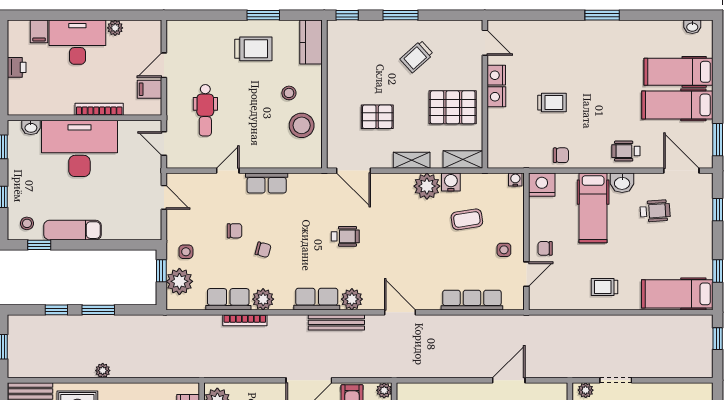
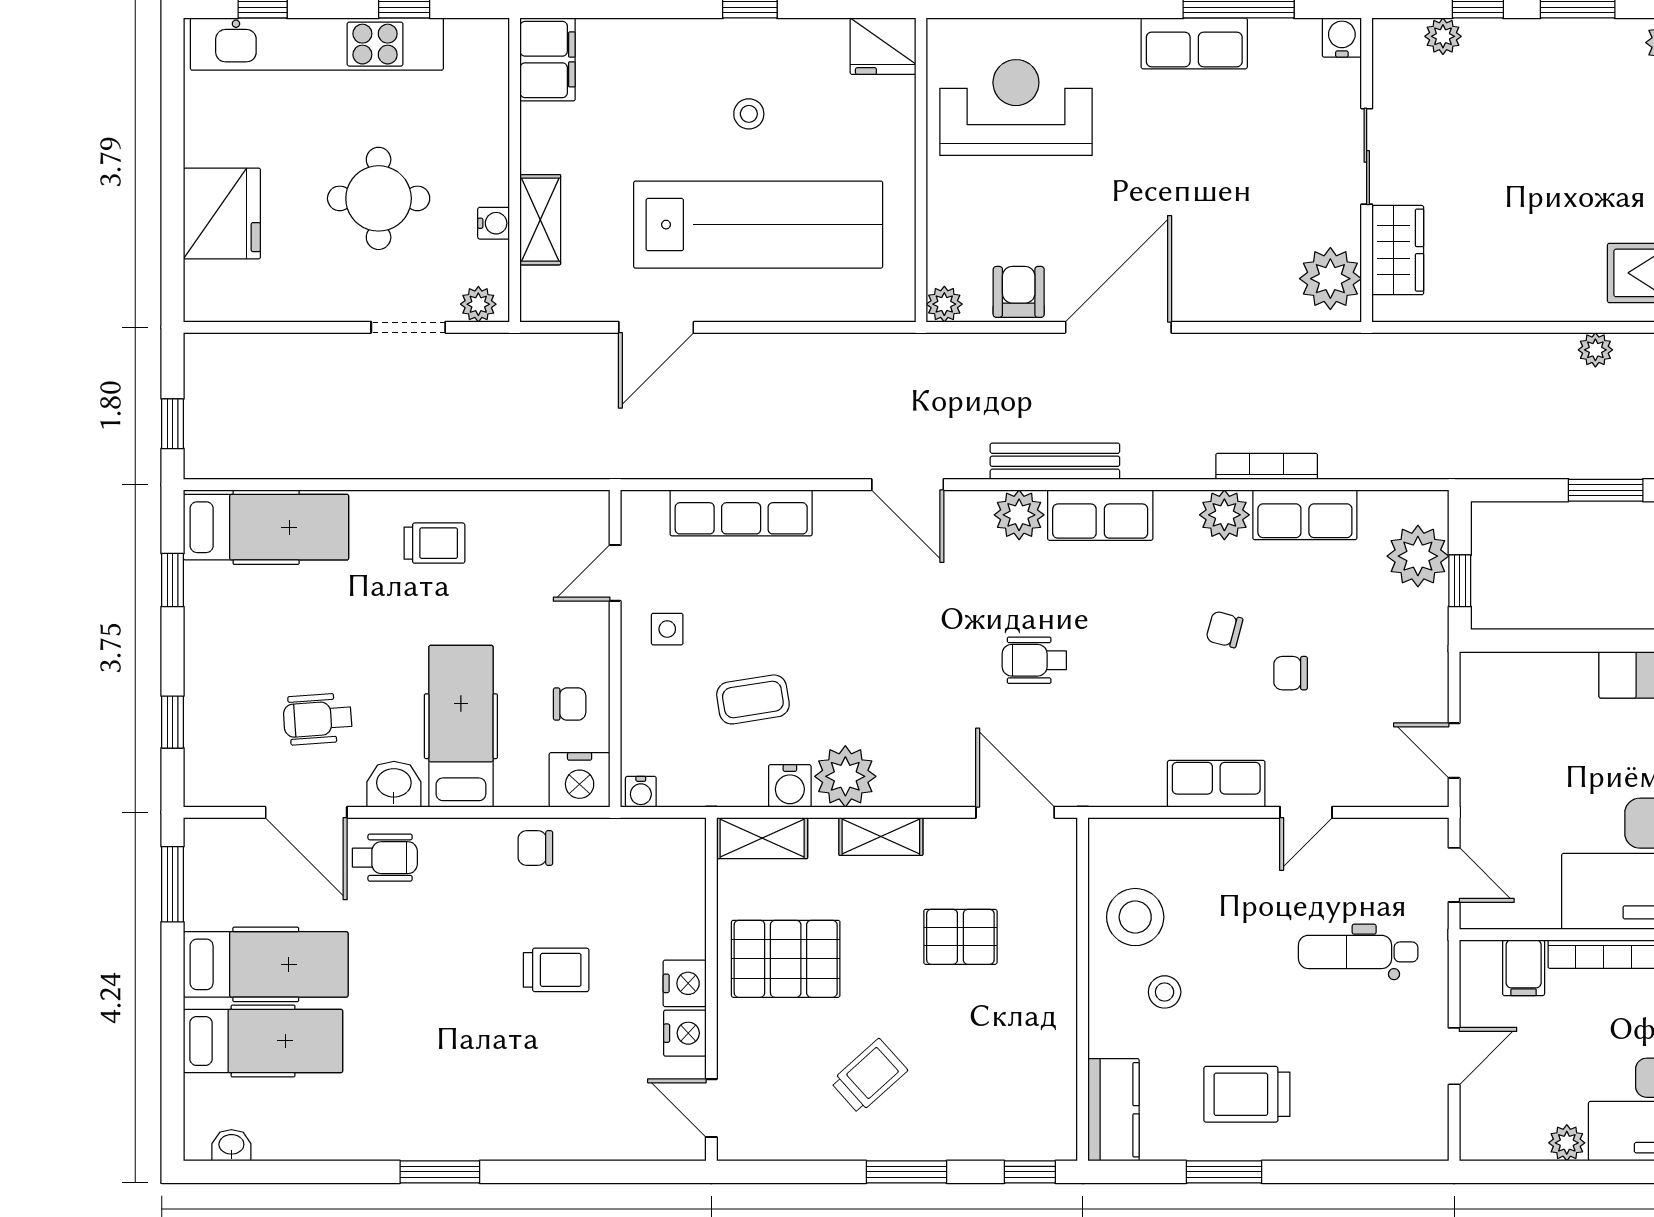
filing cabinet: (150, 89) -> (1524, 968), moved, turned 90
trolley: (552, 103) -> (556, 970), turned 180
dental chair: (205, 110) -> (1358, 952), turned -90
door: (681, 171) -> (306, 812), moved
chair: (545, 248) -> (570, 704), moved
side table: (186, 252) -> (1403, 625), removed

